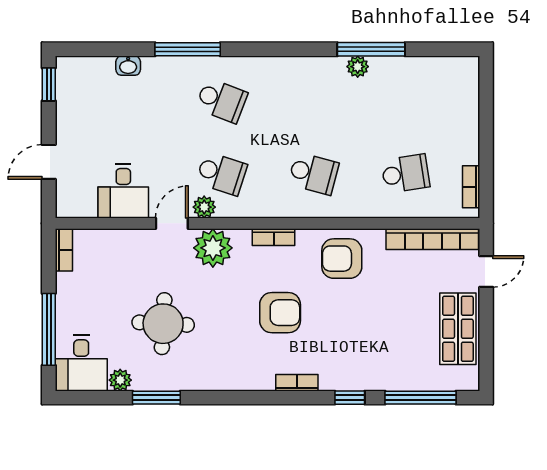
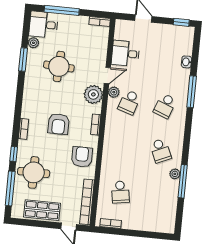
school desk: (313, 174) -> (160, 151), moved, turned -39
door: (172, 223) -> (107, 76), hinge flipped
round table: (383, 353) -> (34, 172), added

